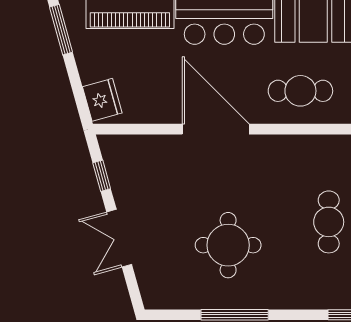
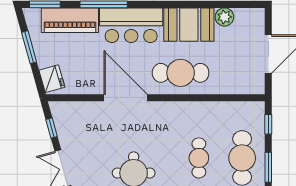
window: (61, 30) -> (29, 47), moved
cafe table: (300, 91) -> (181, 73), width x1.37, depth x1.35

